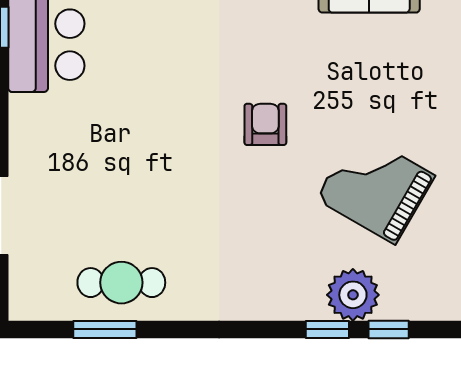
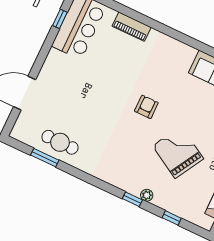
plant: (353, 295) -> (147, 195), width x0.53, depth x0.53
window: (389, 329) -> (172, 218), moved

